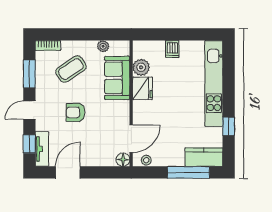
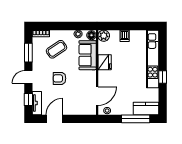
plant: (141, 67) -> (104, 36), moved
window: (229, 126) -> (163, 77), moved
floor lamp: (123, 160) -> (91, 35), moved

